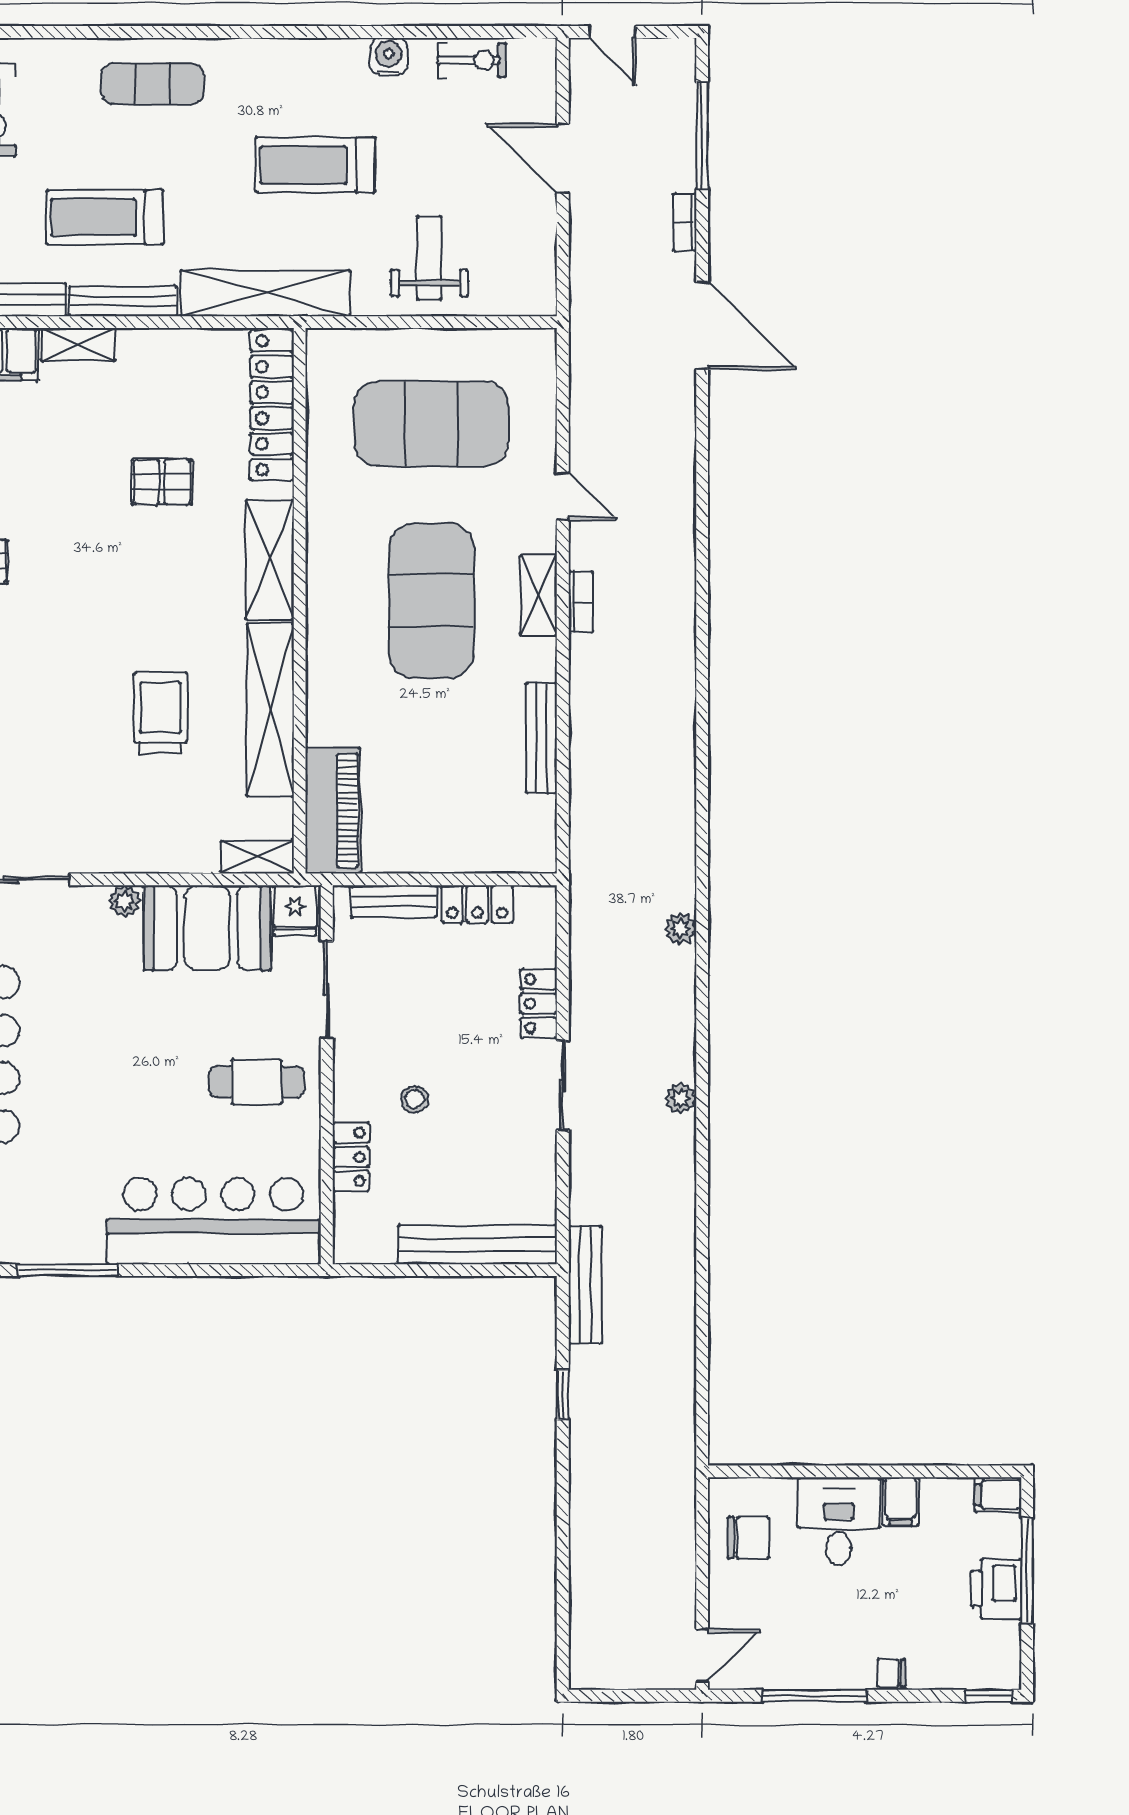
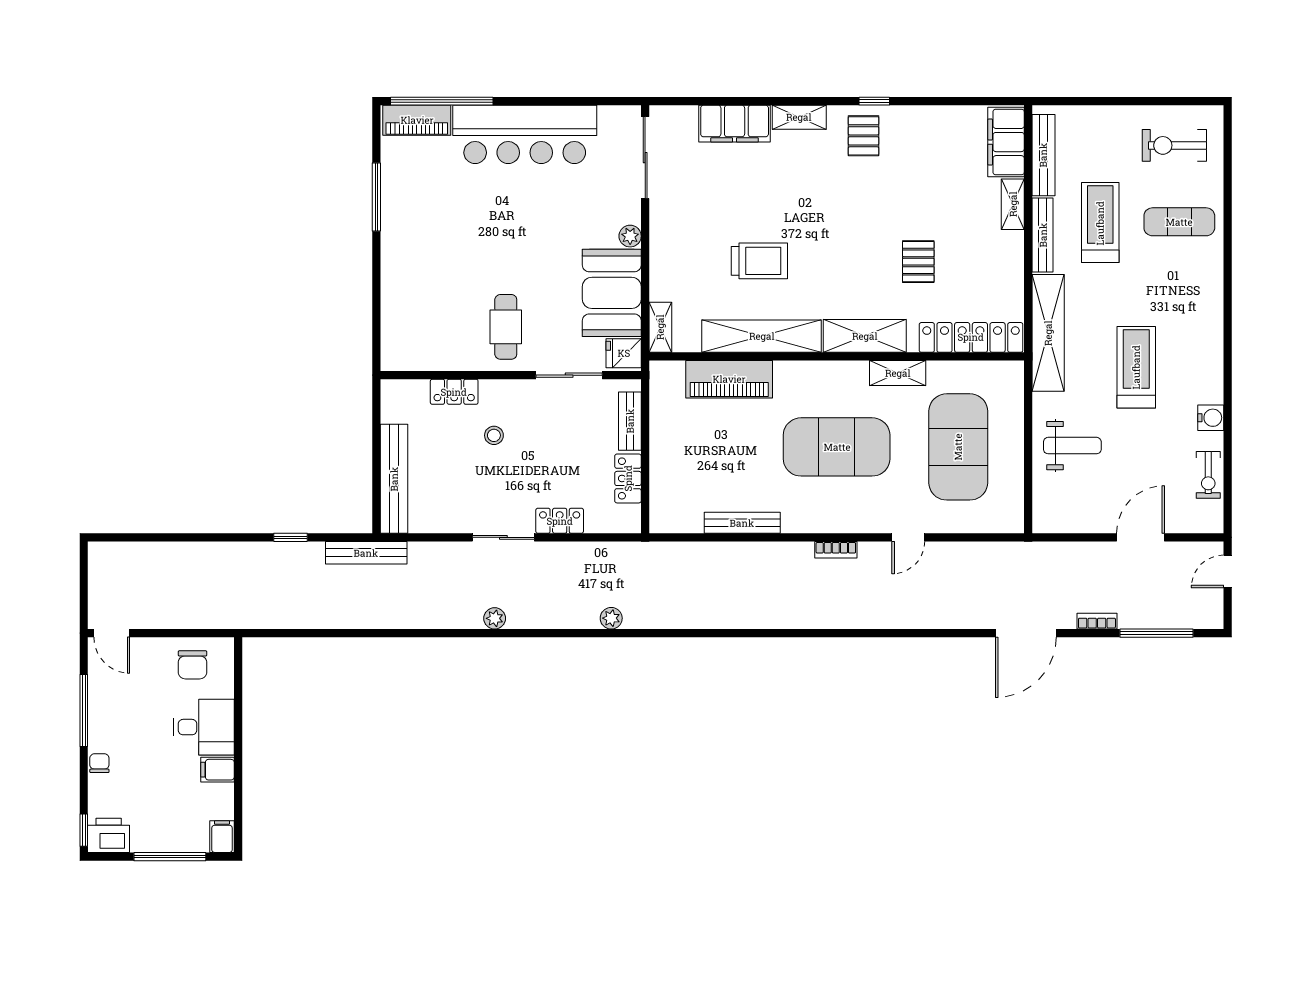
exercise mat: (152, 84) -> (1179, 222), moved, turned 90
shelving: (539, 595) -> (898, 373), moved
piano: (333, 811) -> (729, 379), moved
bar counter: (213, 1221) -> (410, 297), removed
printer: (996, 1589) -> (109, 835), moved

